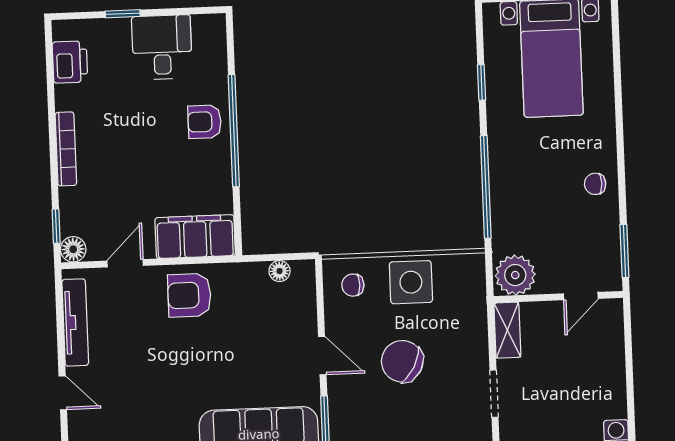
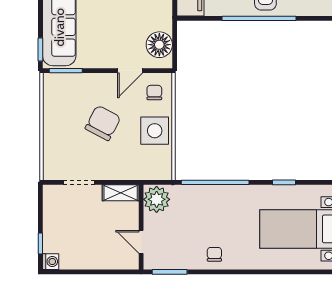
floor lamp: (280, 271) -> (159, 45), width x1.89, depth x1.89
door: (322, 356) -> (130, 71), moved

